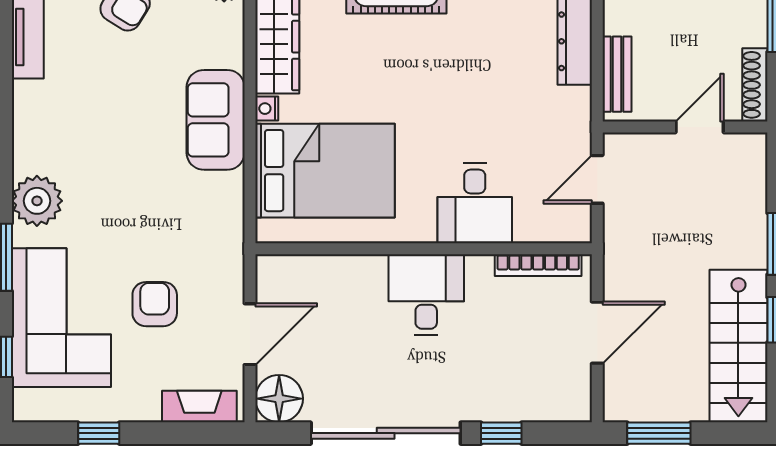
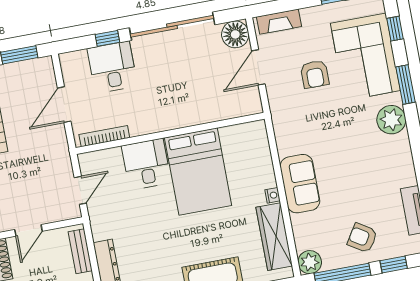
bed: (325, 171) -> (198, 172), moved, turned -90
desk: (426, 295) -> (112, 67), moved, turned 180

